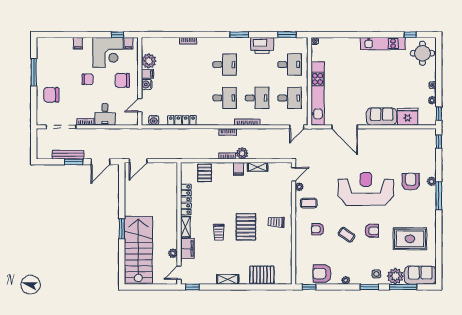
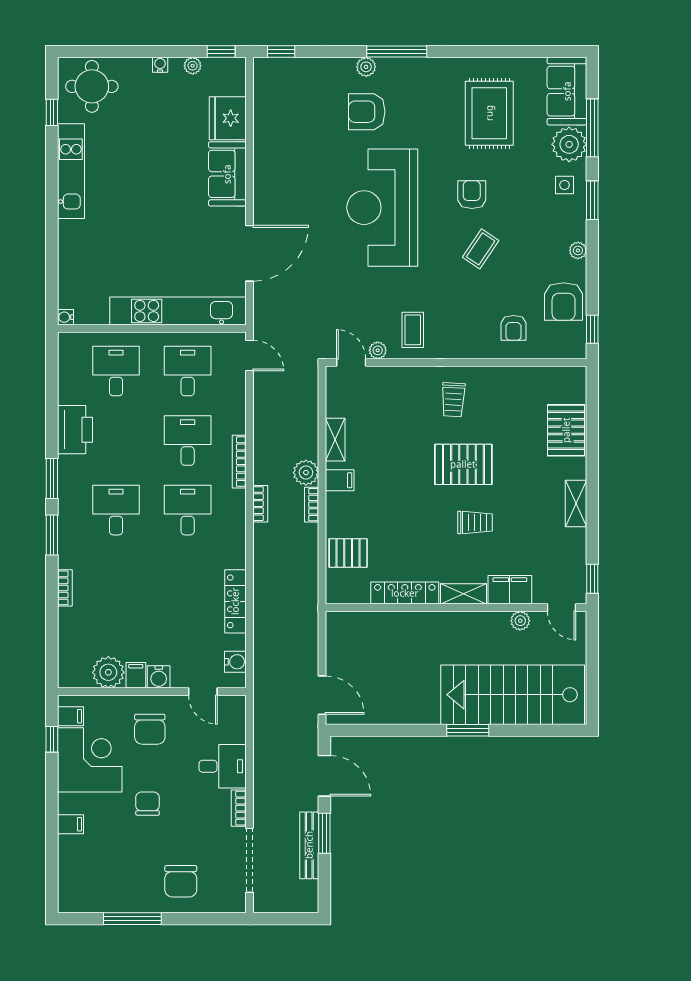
window: (287, 35) -> (52, 535), moved
armchair: (318, 229) -> (514, 328), moved

